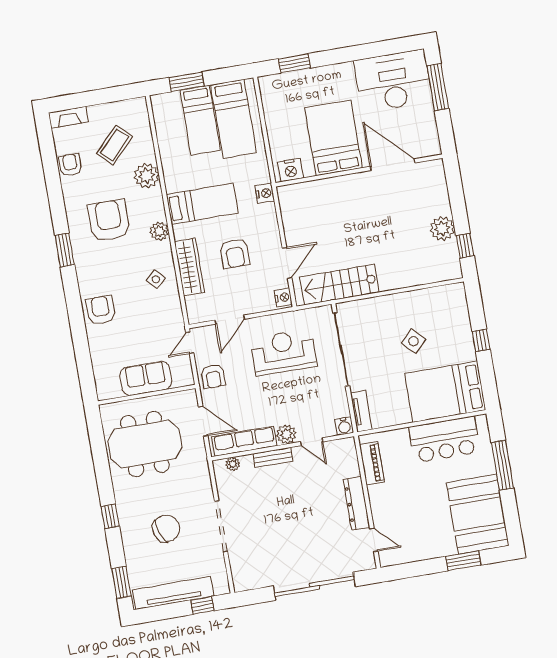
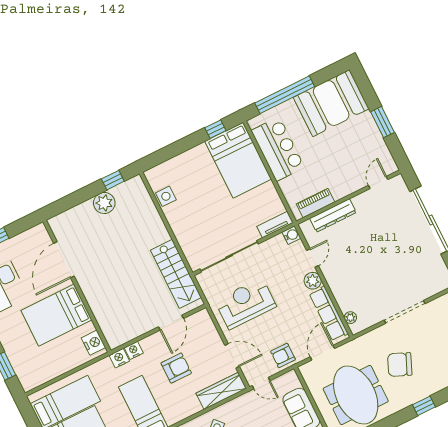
door: (287, 263) -> (171, 323), swing flipped
wardrobe: (189, 267) -> (221, 391), moved
nightstand: (283, 297) -> (134, 350), moved
window: (481, 340) -> (215, 129), moved
side table: (413, 341) -> (166, 196), moved, turned 45
reception desk: (283, 352) -> (246, 303), turned 90
armchair: (213, 376) -> (283, 355), turned 180
bench: (273, 457) -> (335, 286), removed
window: (502, 465) -> (285, 95), width x1.46
dresser: (356, 503) -> (333, 215), moved
chair: (166, 529) -> (400, 365), moved, turned -47
window: (463, 561) -> (382, 122), moved

